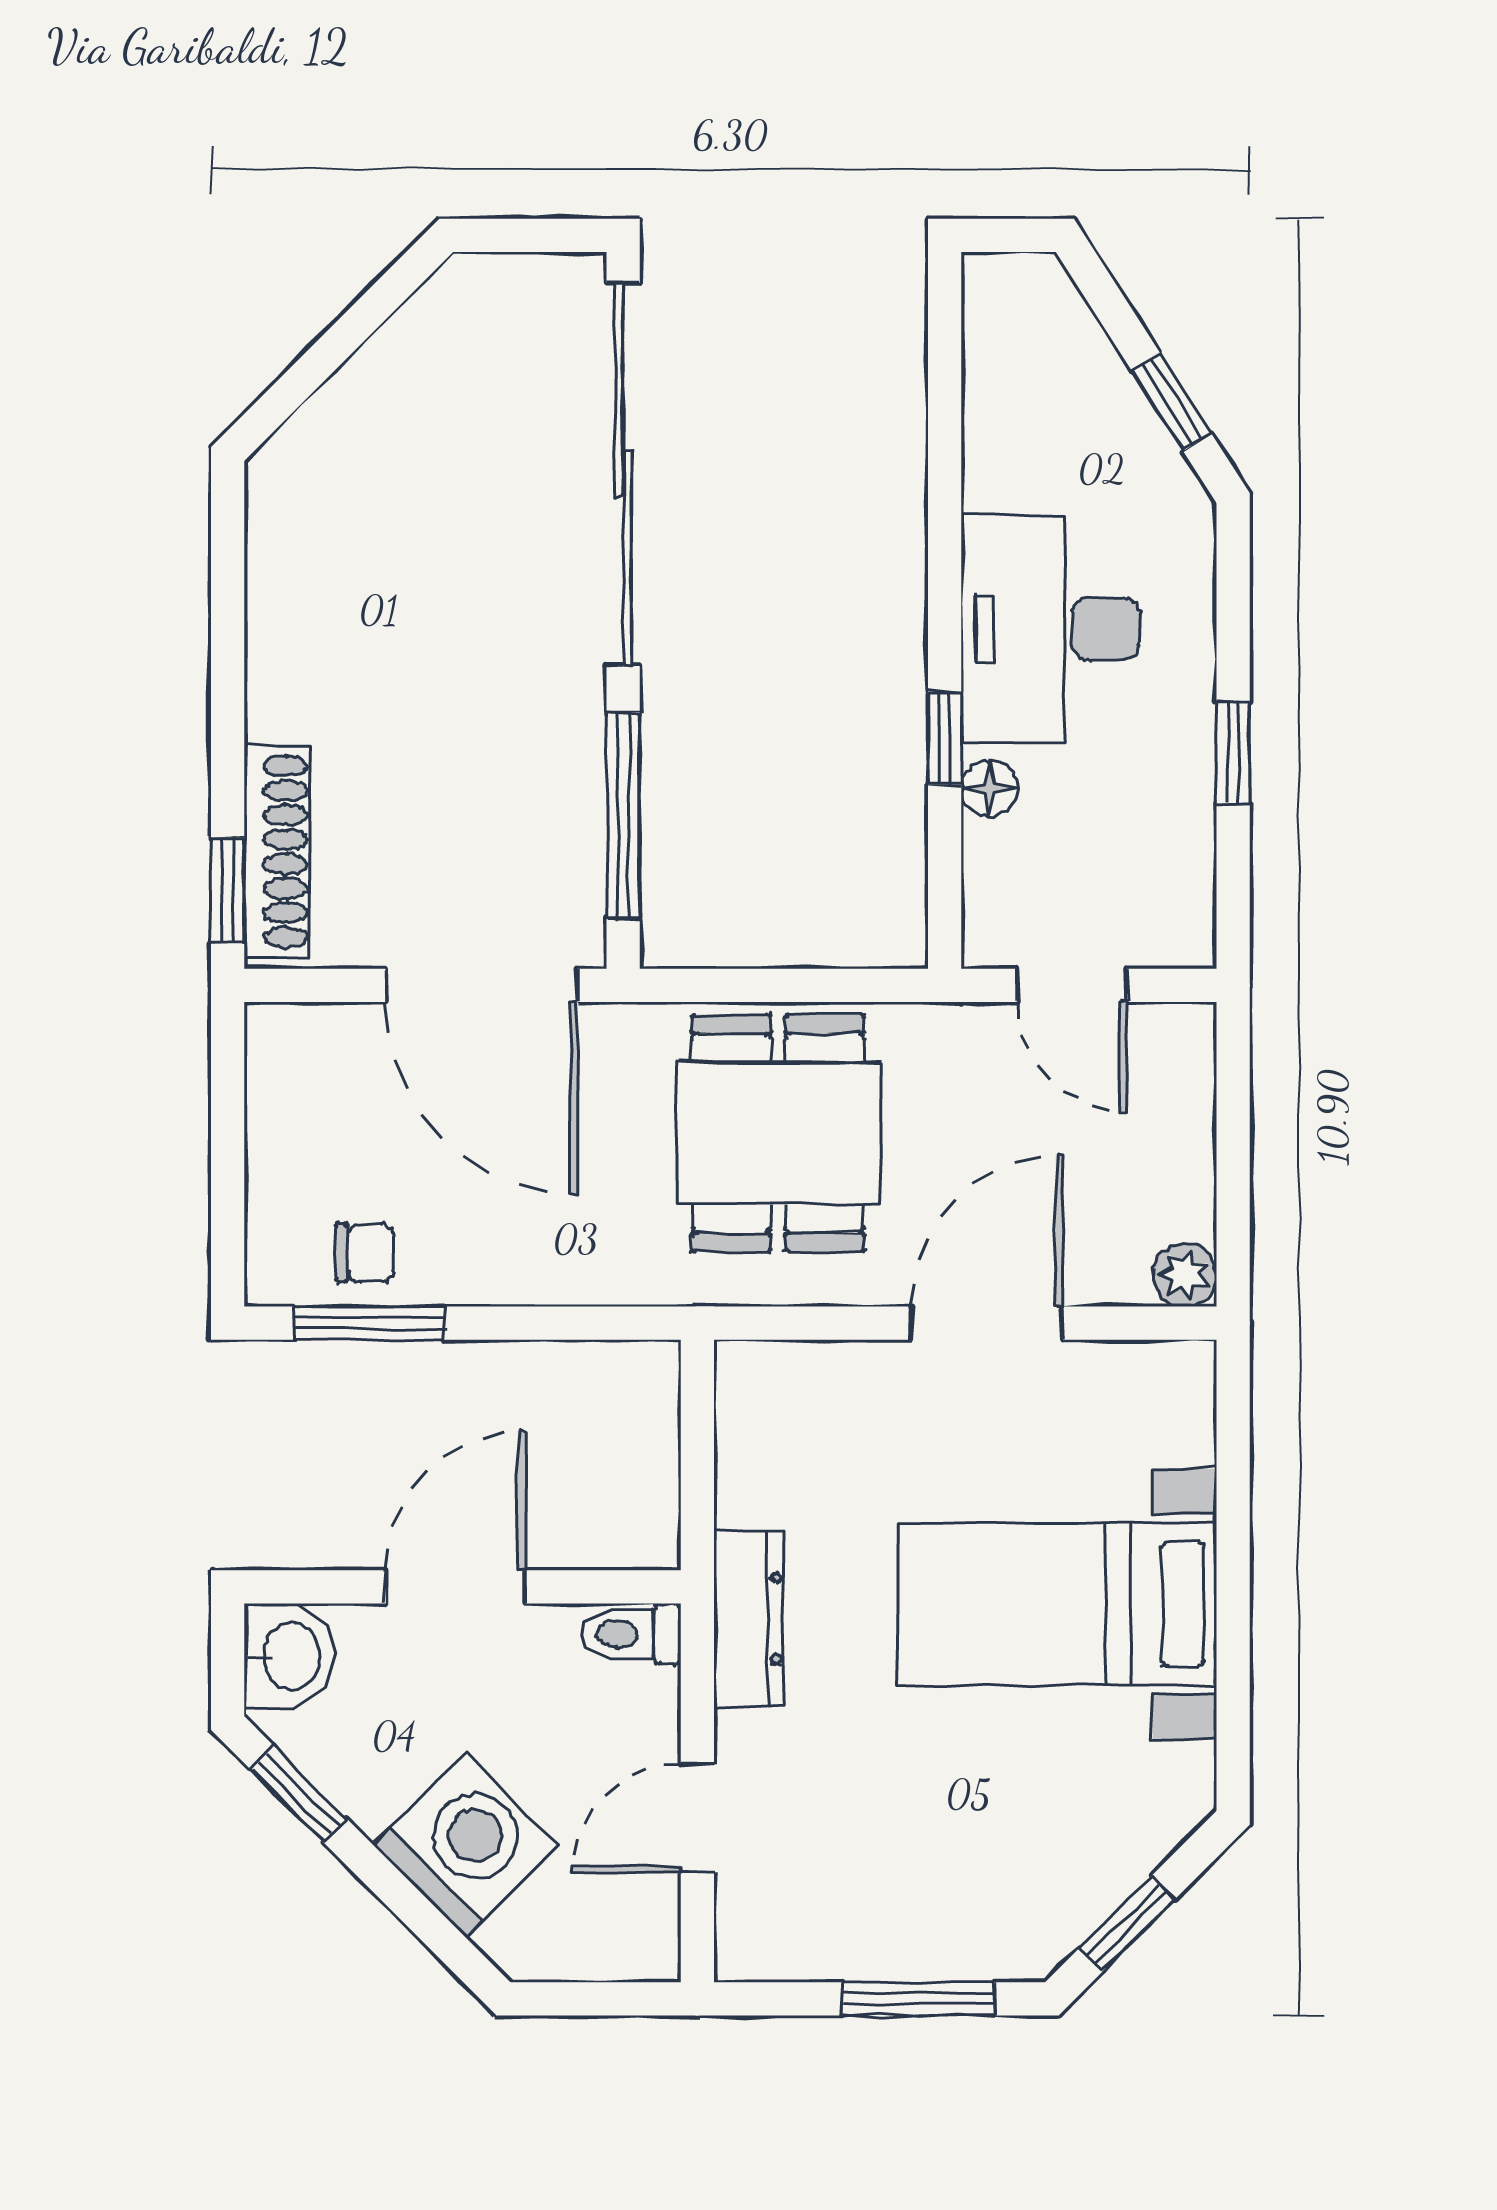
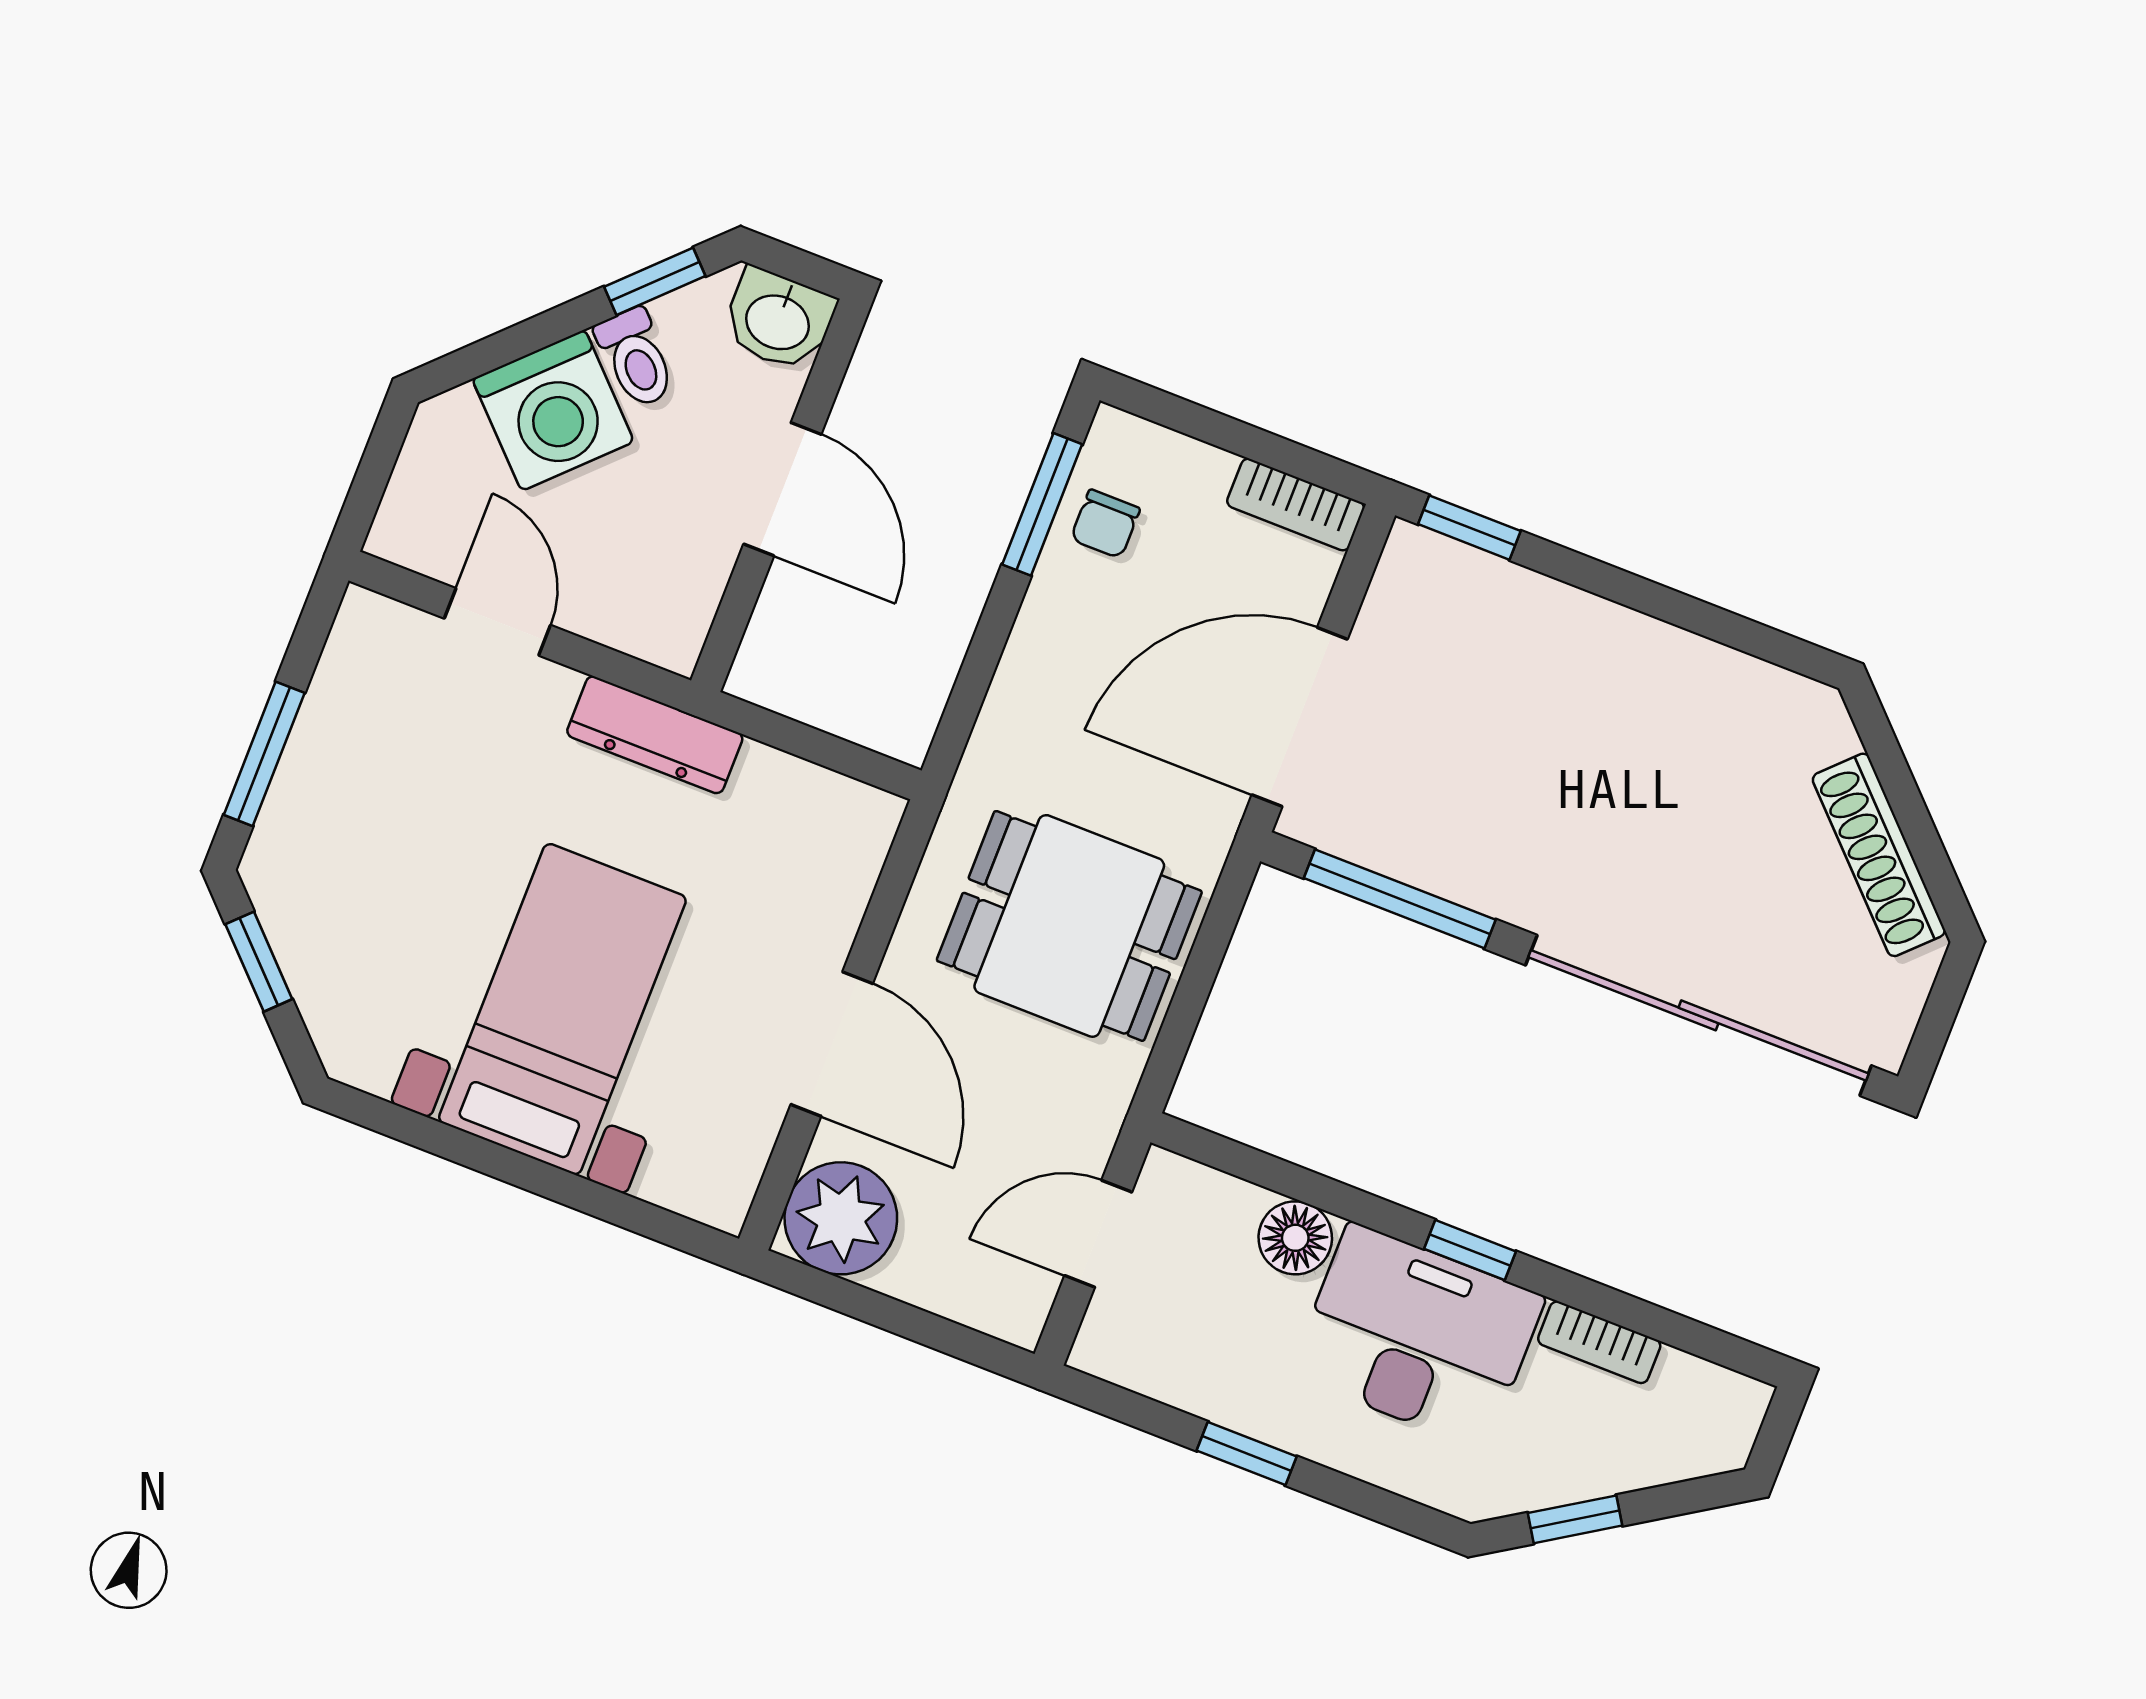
bookcase: (986, 446) -> (1599, 1342), added
window: (945, 738) -> (1470, 1250), moved
floor lamp: (990, 788) -> (1295, 1238), width x1.37, depth x1.37
shoe rack: (277, 852) -> (1879, 855), moved, turned 45
bookcase: (272, 1072) -> (1296, 505), added
plant: (1185, 1275) -> (841, 1218), width x1.88, depth x1.88
toilet: (631, 1634) -> (636, 358), moved, turned 135

